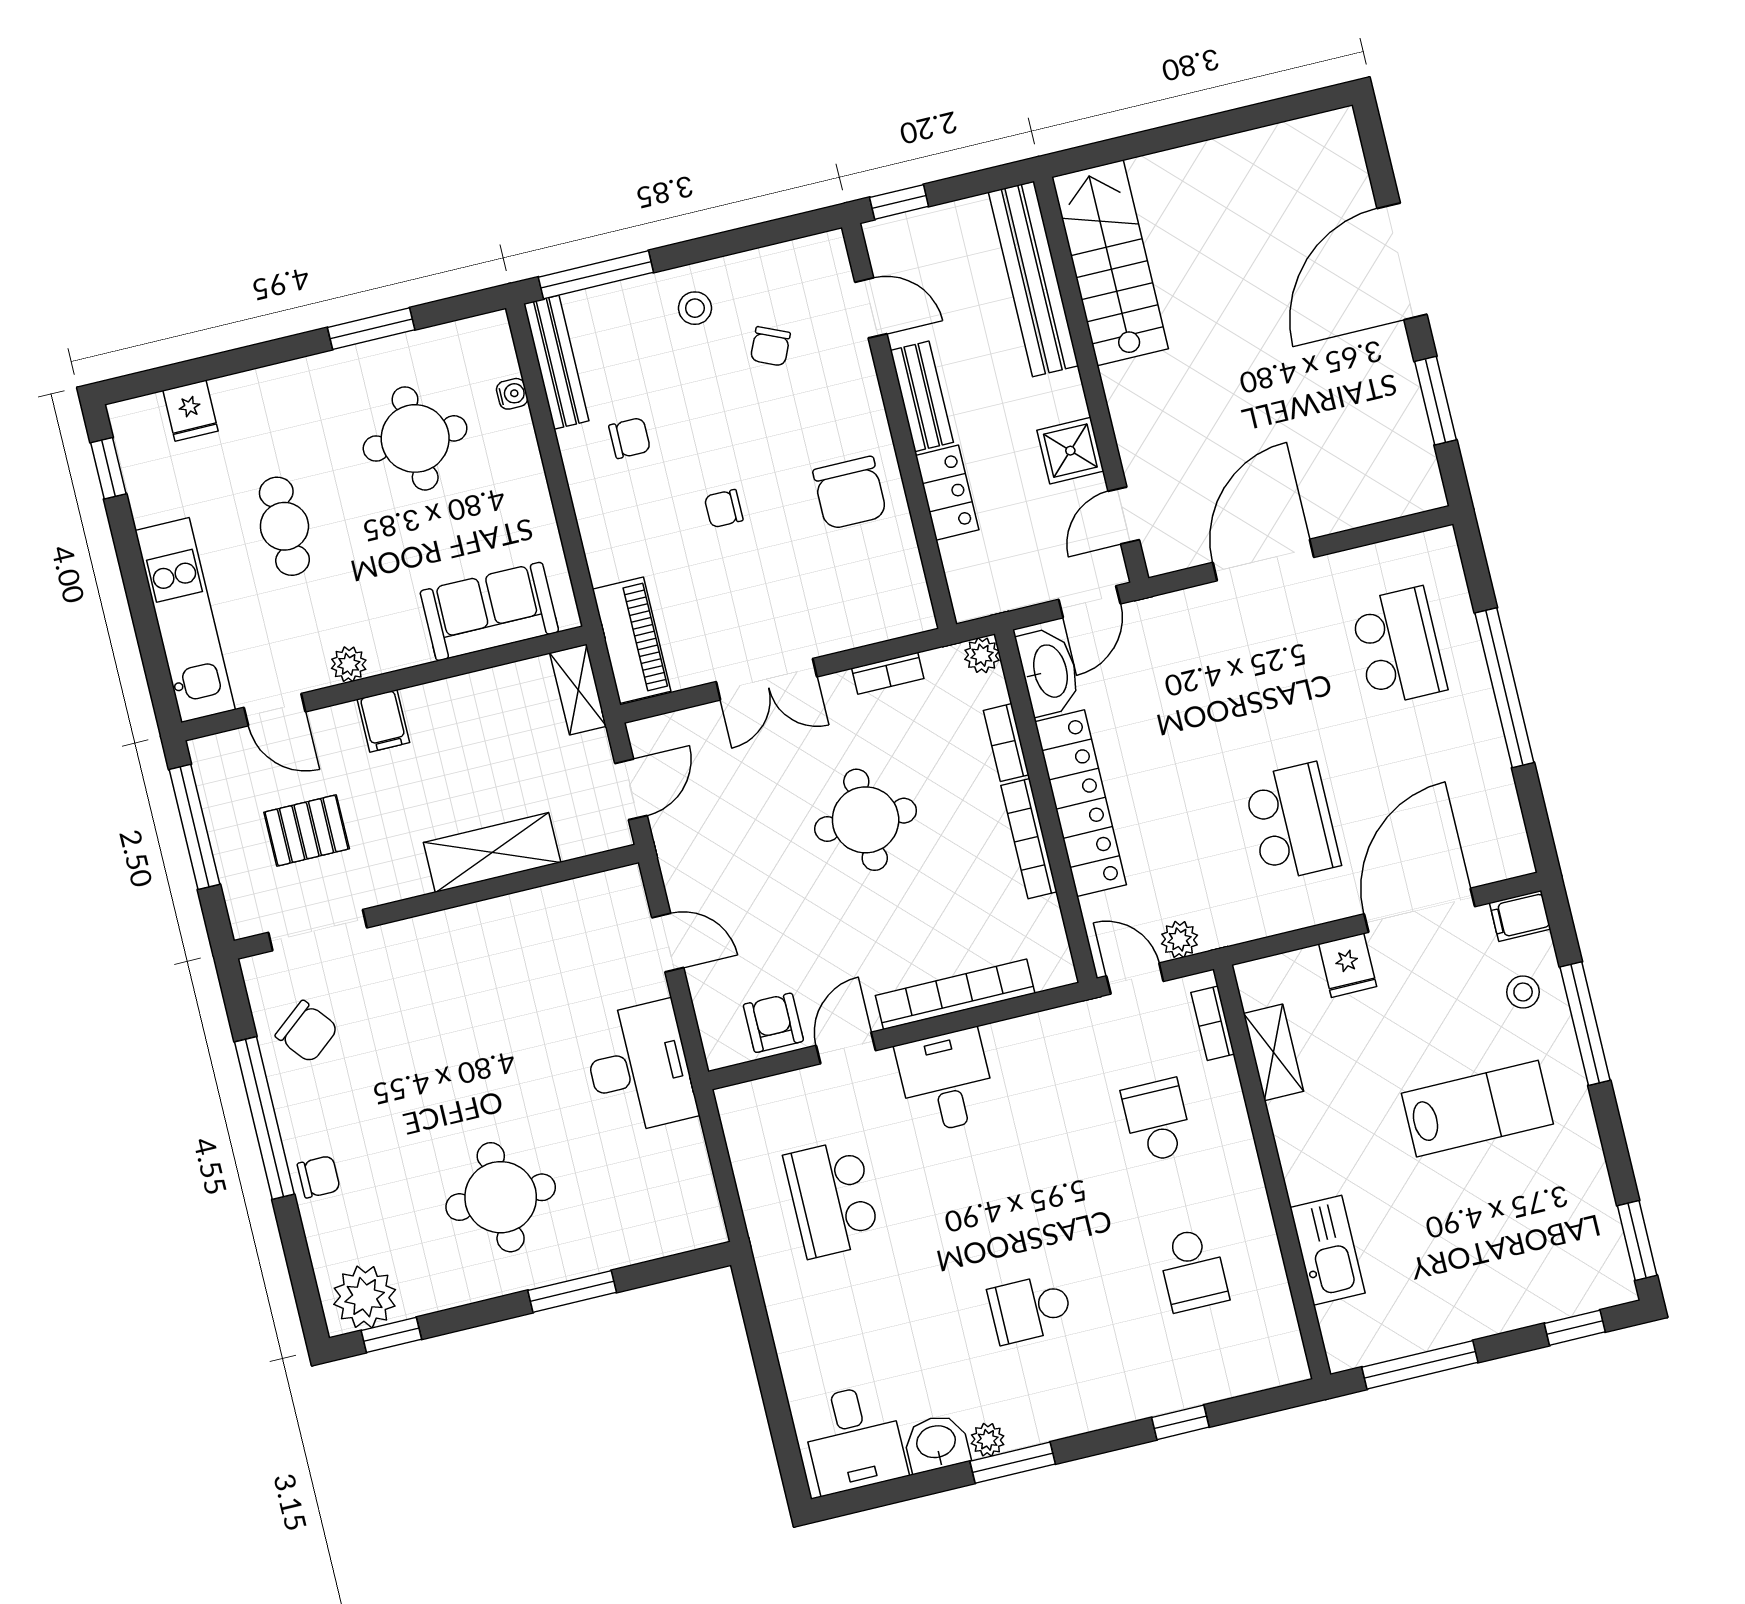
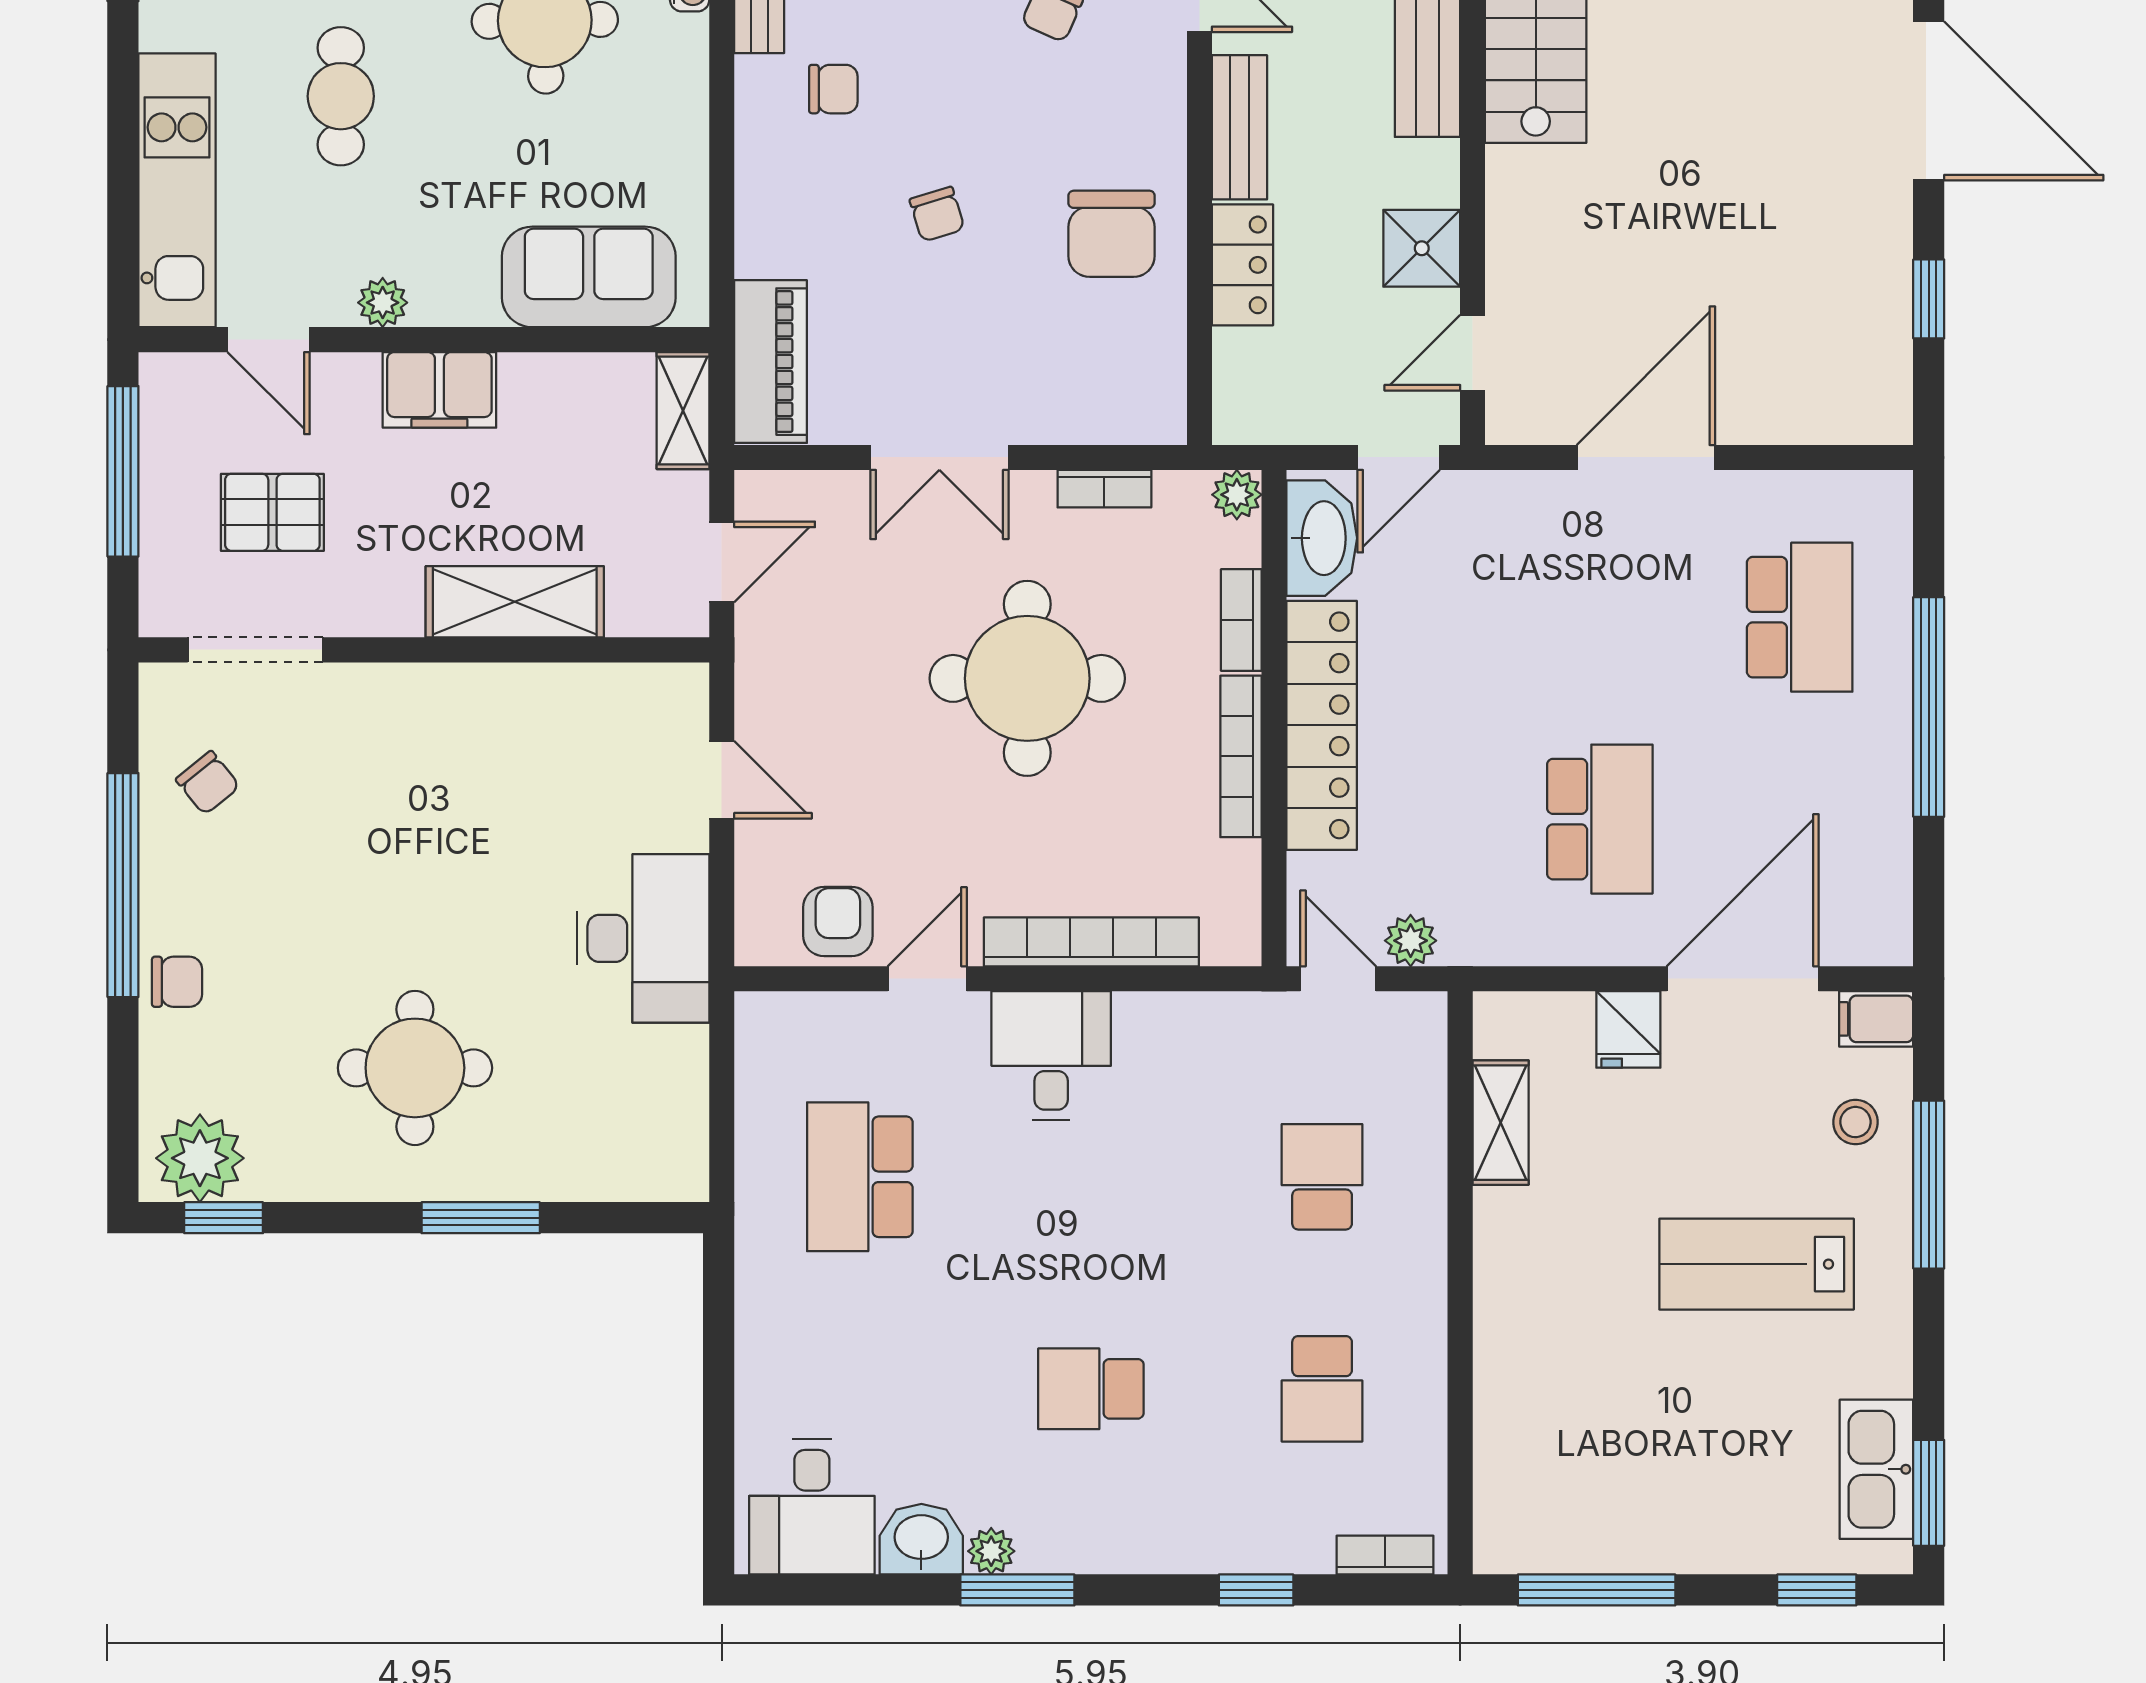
door: (1402, 261) -> (1929, 101), swing flipped
window: (1435, 401) -> (1929, 299), width x0.67
chair: (724, 509) -> (937, 214), turned -107
filing cabinet: (383, 721) -> (439, 390), width x2.00
round table: (866, 820) -> (1027, 678), width x1.36, depth x1.36
bookcase: (1213, 1023) -> (1385, 1555), moved, turned 90
chair: (307, 1032) -> (208, 783), width x0.73, depth x0.73
lab bench: (1477, 1109) -> (1757, 1264), turned 180
kitchen sink: (1327, 1250) -> (1876, 1469), moved, turned 180

